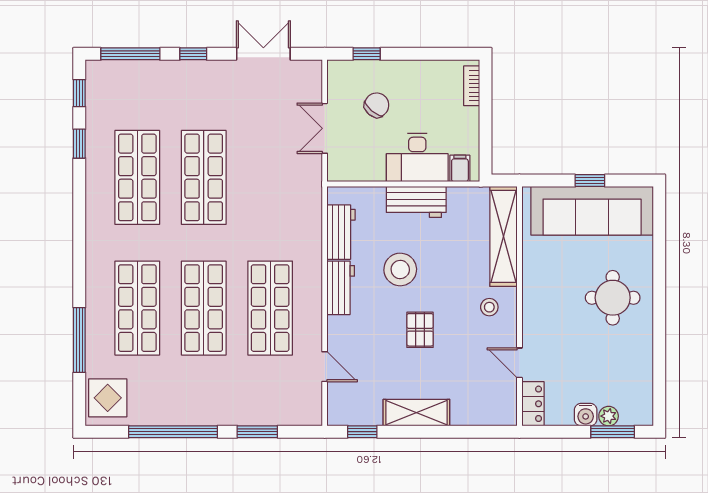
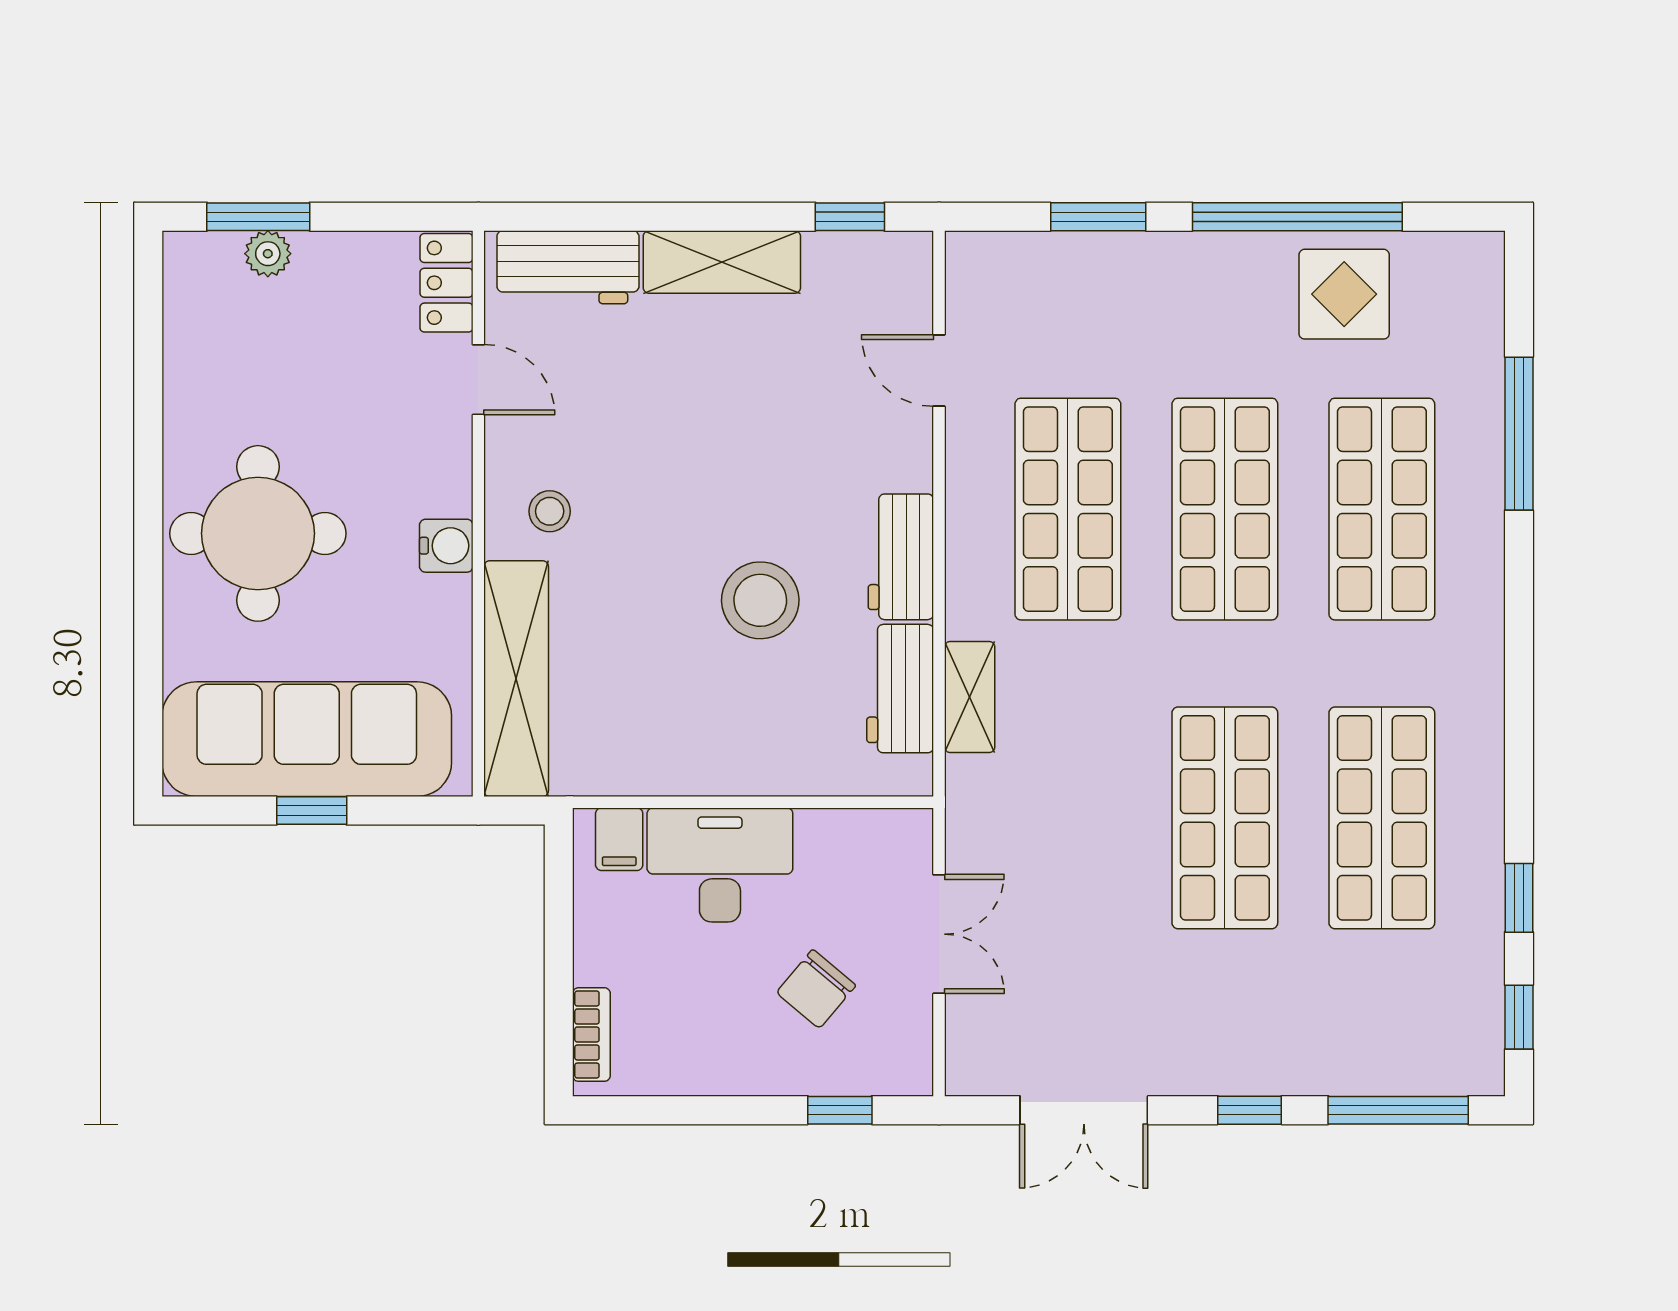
workbench: (416, 202) -> (568, 267), moved, turned 180
shelving: (312, 229) -> (970, 697), added
round table: (613, 298) -> (258, 533), width x1.36, depth x1.36
pallet: (420, 330) -> (713, 458), removed
display table: (108, 398) -> (1344, 294), moved
water cooler: (586, 415) -> (446, 546), moved, turned 90

